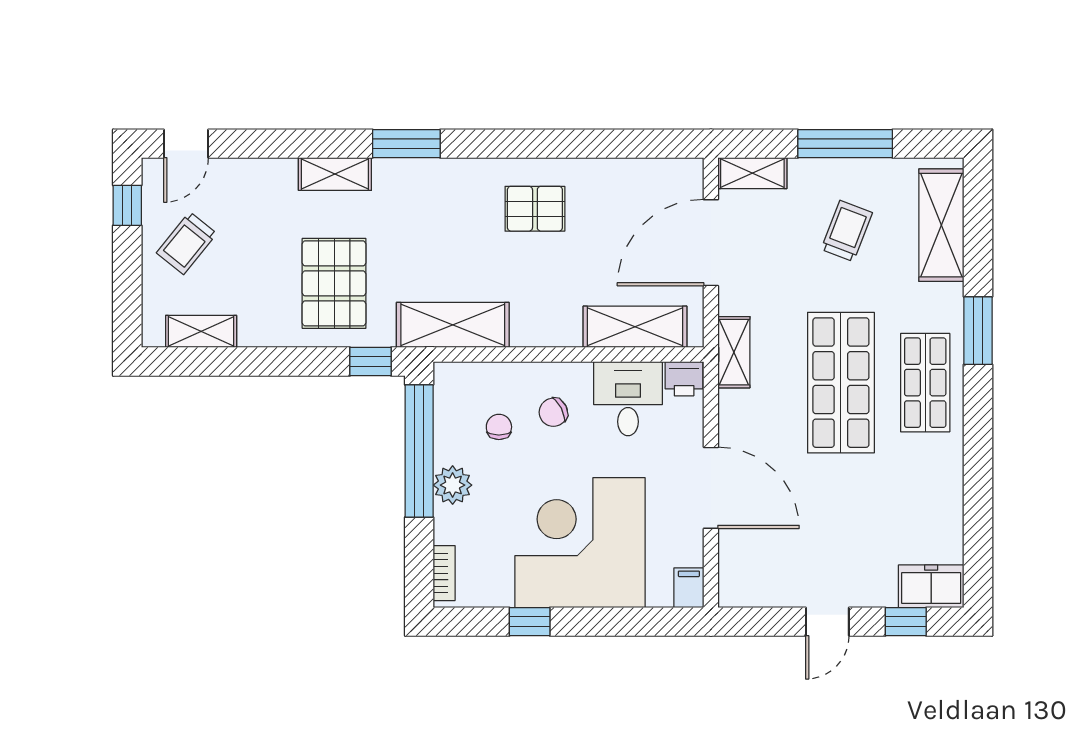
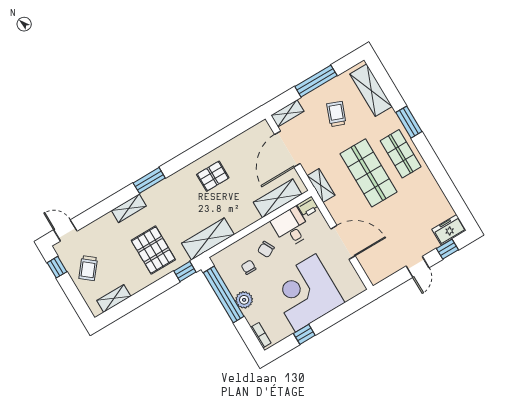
door: (186, 144) -> (65, 230), swing flipped
filing cabinet: (689, 588) -> (357, 285), removed

